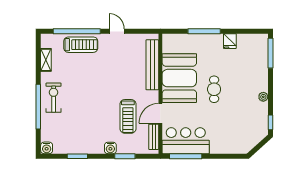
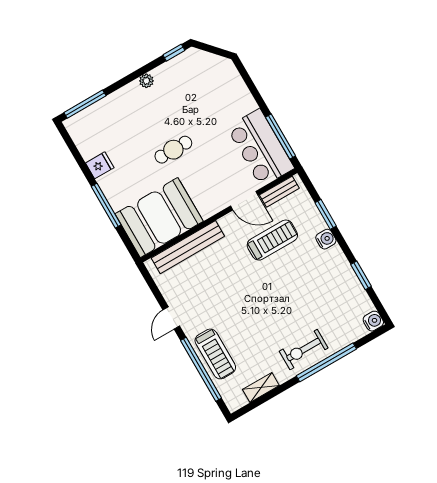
treadmill: (81, 45) -> (215, 354), turned 180
booth: (179, 78) -> (159, 218), moved

